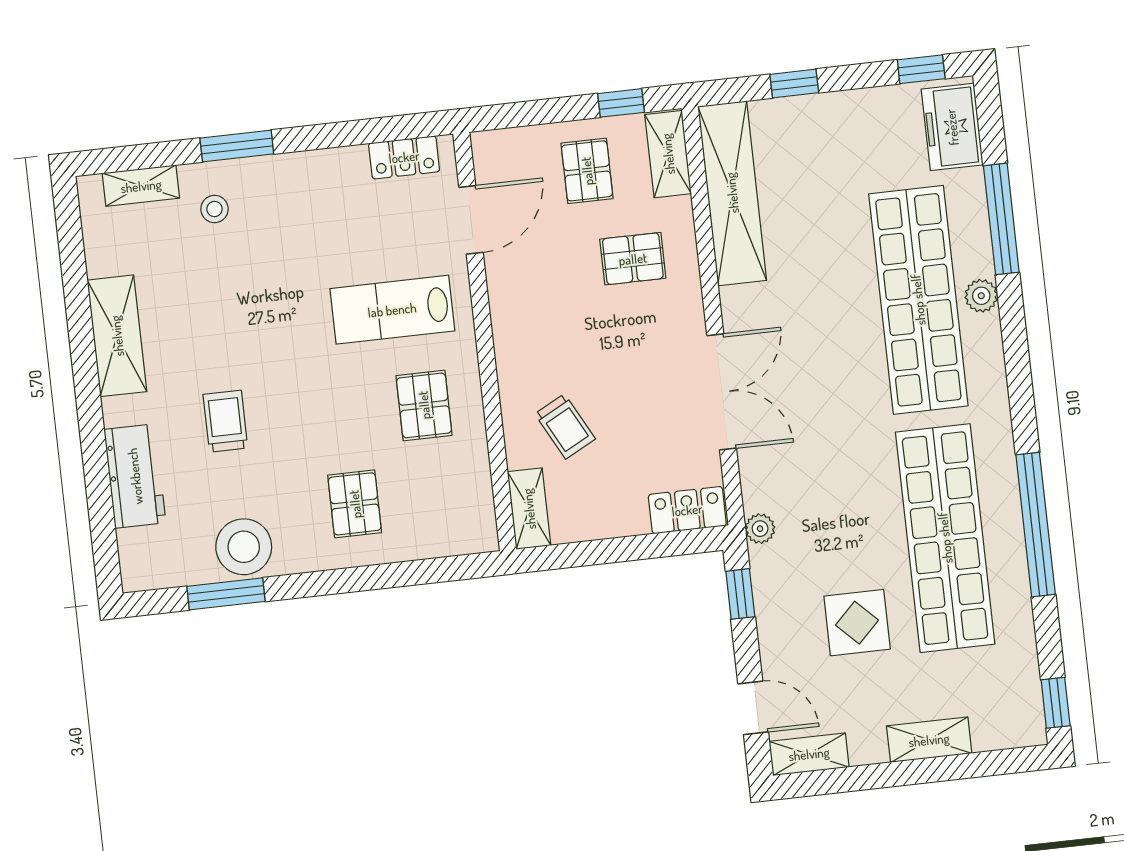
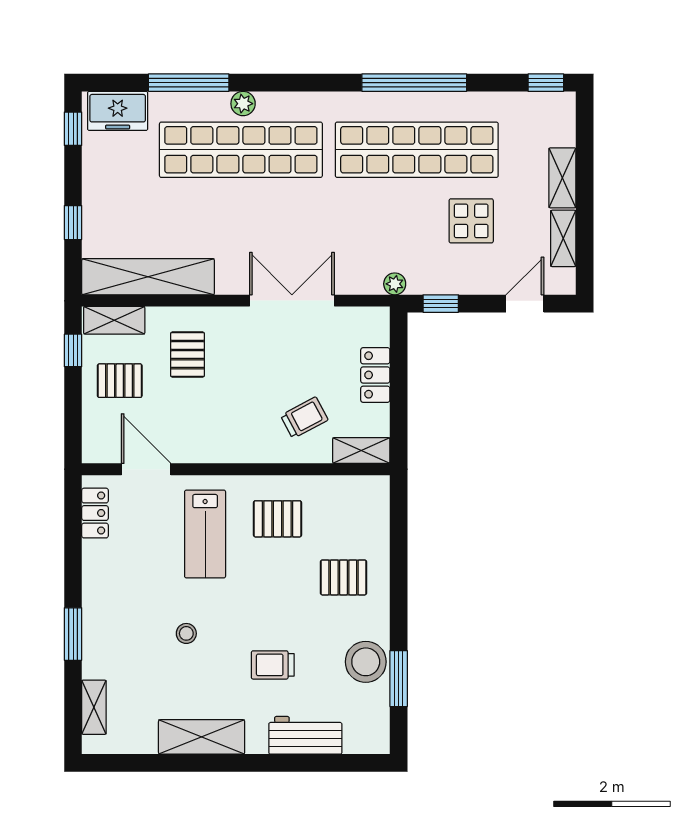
stool: (215, 209) -> (186, 633), moved
locker: (687, 510) -> (375, 375), moved
shelving: (809, 754) -> (563, 238), moved

